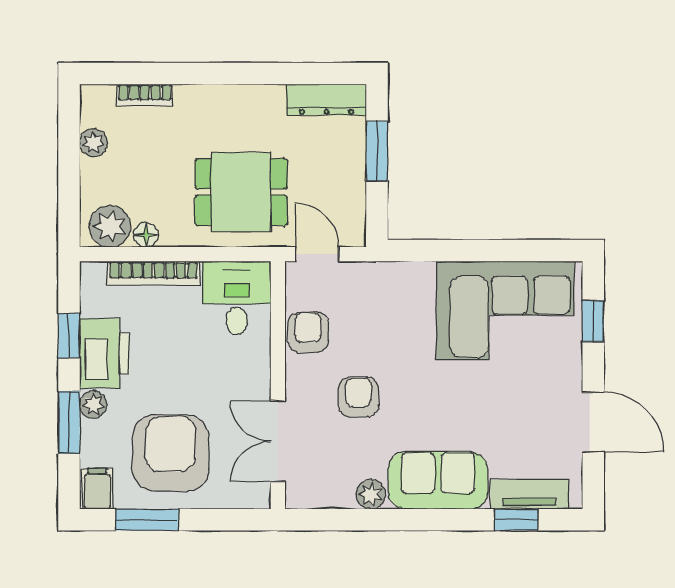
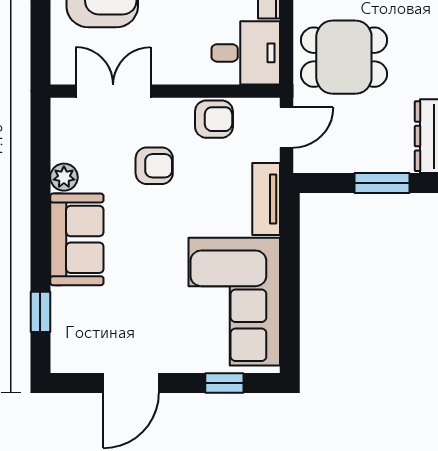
dining table: (241, 192) -> (344, 57), turned 90
tv unit: (529, 494) -> (266, 199), moved, turned 180

